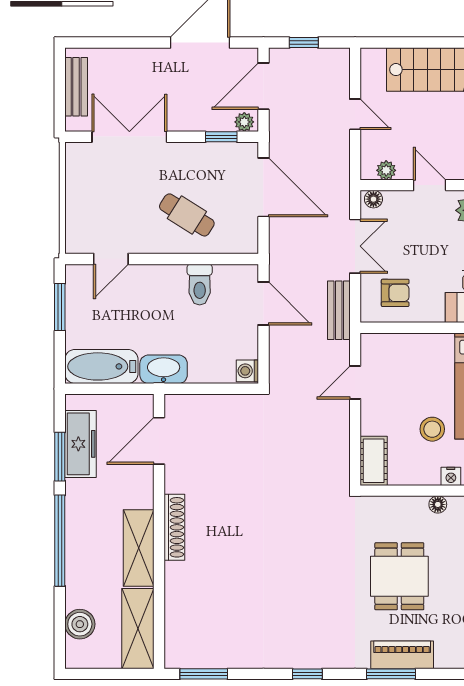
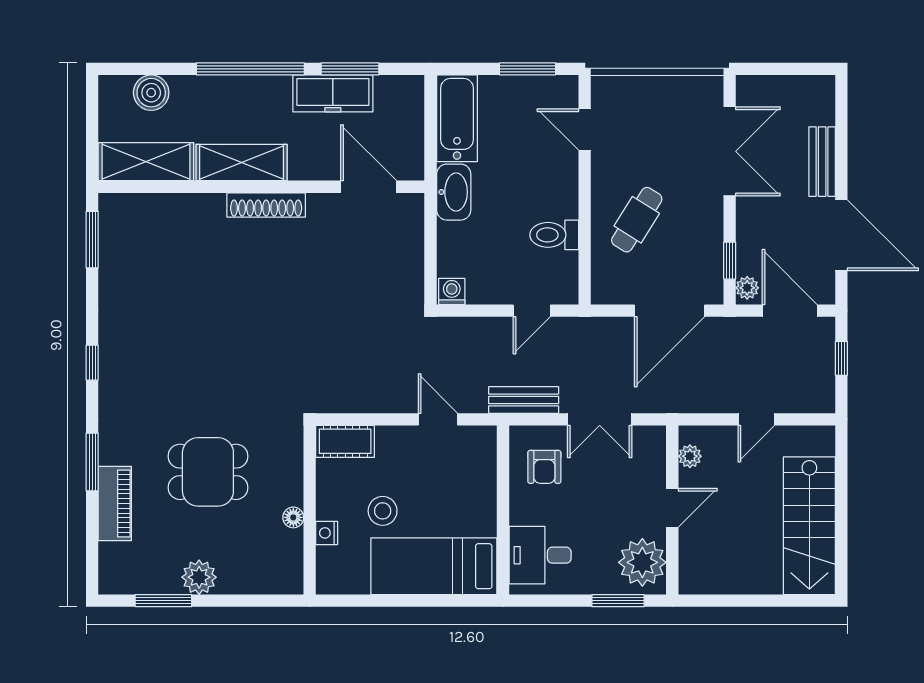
bench: (76, 87) -> (822, 162), moved, turned 90
floor lamp: (373, 199) -> (656, 441), removed
door: (263, 303) -> (532, 311), width x0.73
freezer: (81, 444) -> (333, 93), moved
piano: (402, 655) -> (115, 503), moved

